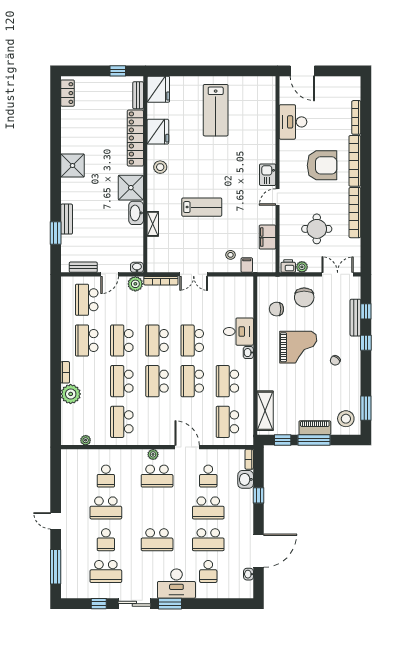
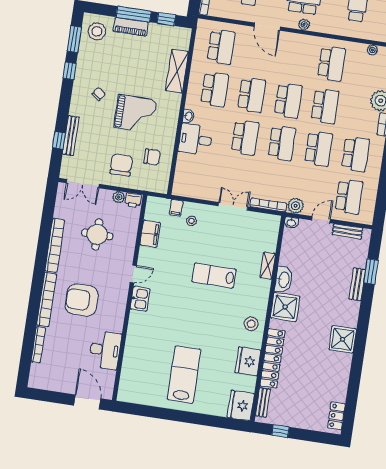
window: (366, 343) -> (69, 71), moved
grand piano: (298, 347) -> (135, 114), turned 180
shelving: (265, 411) -> (177, 71), moved

